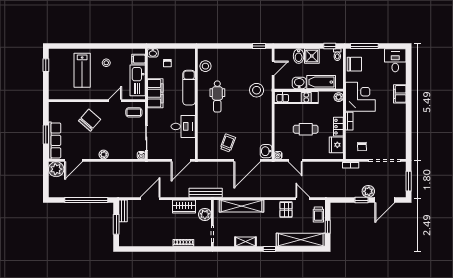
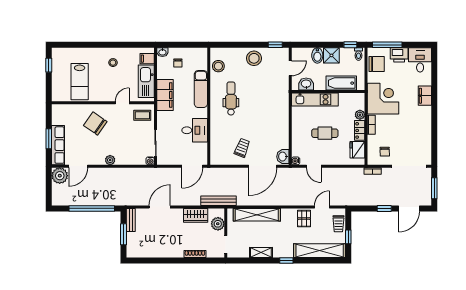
printer: (375, 55) -> (399, 55), added
lab bench: (82, 70) -> (80, 82), moved
washbasin: (299, 83) -> (306, 84), moved
stool: (257, 90) -> (254, 58), moved
dental chair: (217, 97) -> (231, 98), turned 180
plant: (339, 97) -> (360, 115), moved
chair: (90, 120) -> (95, 124), turned -96
plant: (368, 191) -> (391, 199), removed
door: (303, 199) -> (322, 207), hinge flipped

